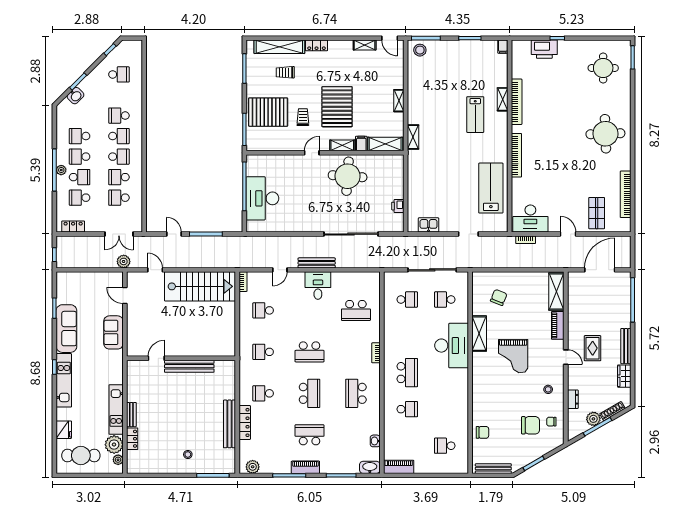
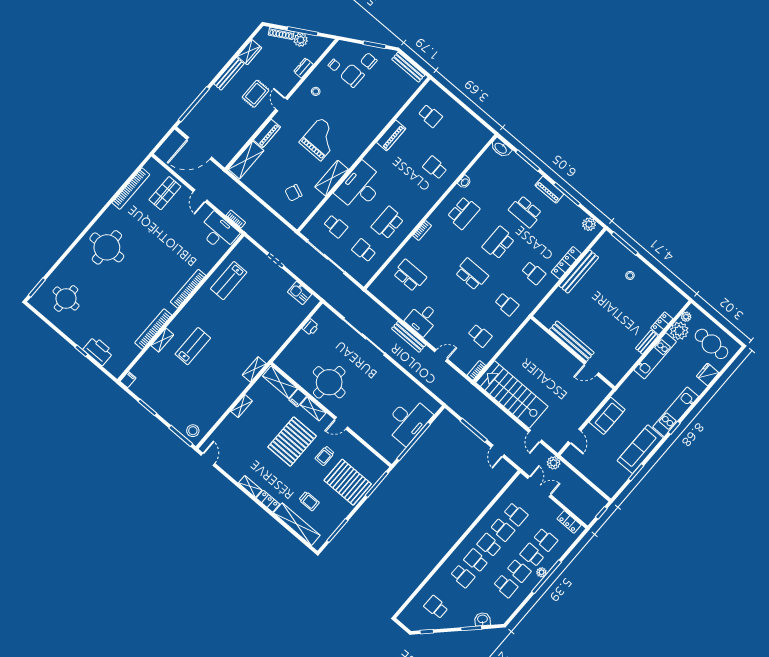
shelving: (365, 45) -> (250, 486), moved
lab bench: (491, 188) -> (229, 281), width x0.73, depth x0.72
school desk: (407, 373) -> (388, 223), moved
chair: (482, 432) -> (369, 61), moved
washbasin: (375, 441) -> (465, 182), moved
piano: (399, 467) -> (391, 135), moved, turned -90

